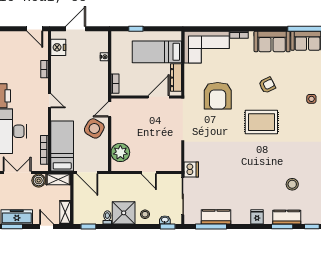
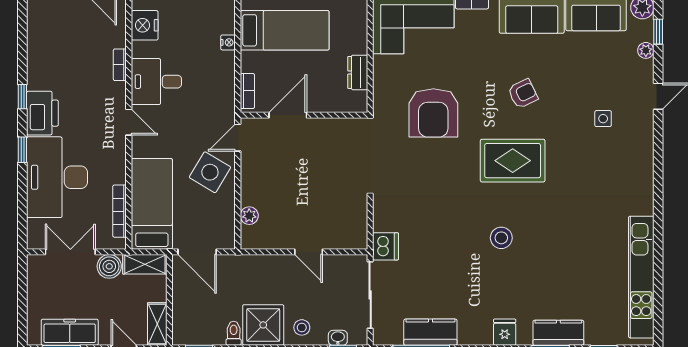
bed: (157, 52) -> (285, 30), moved, turned 180
desk: (65, 78) -> (156, 82), added
dresser: (176, 78) -> (358, 72), width x0.70
door: (159, 97) -> (288, 115), moved
plant: (120, 152) -> (249, 216), width x0.53, depth x0.53
stool: (292, 184) -> (501, 238), moved

